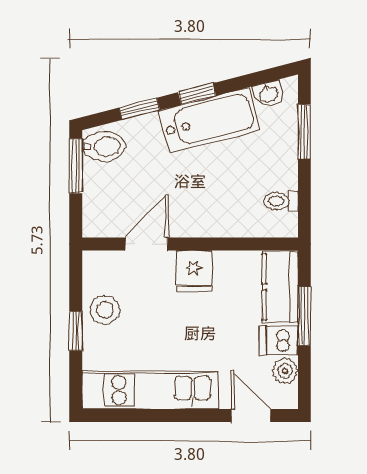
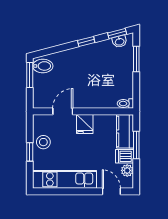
window: (139, 109) -> (117, 33), moved
bathtub: (209, 120) -> (92, 54), removed
toilet: (281, 201) -> (125, 104), moved

